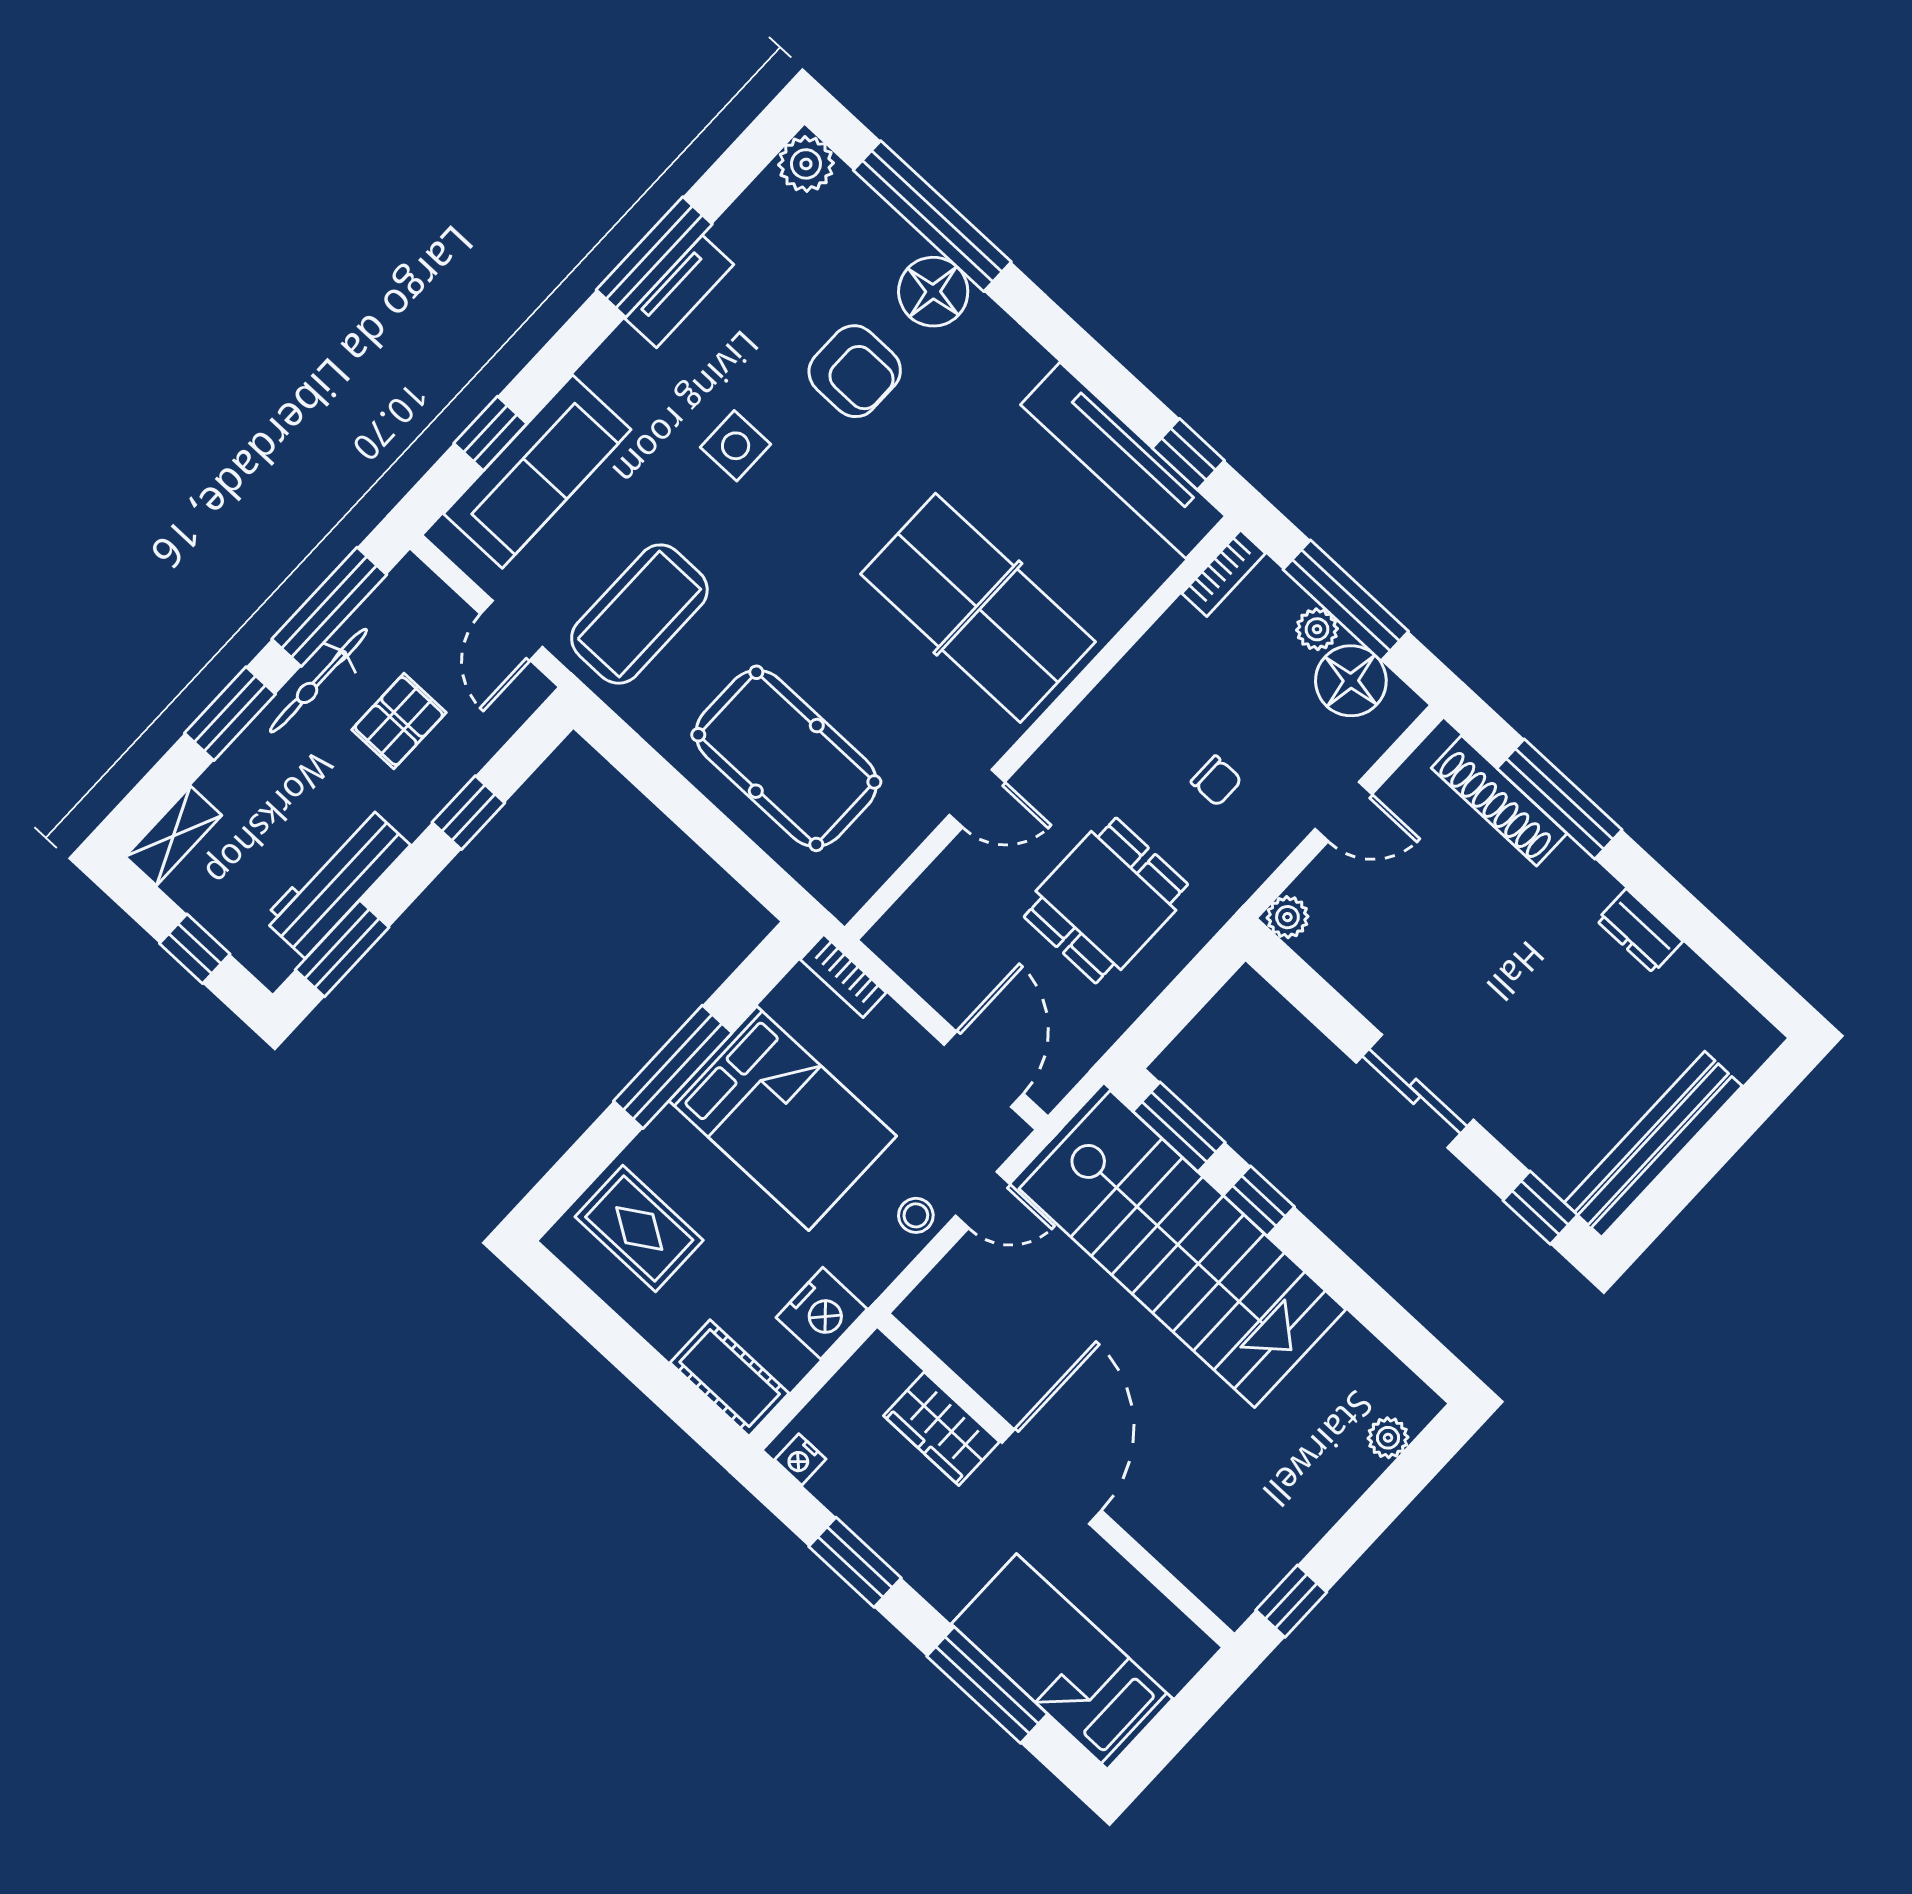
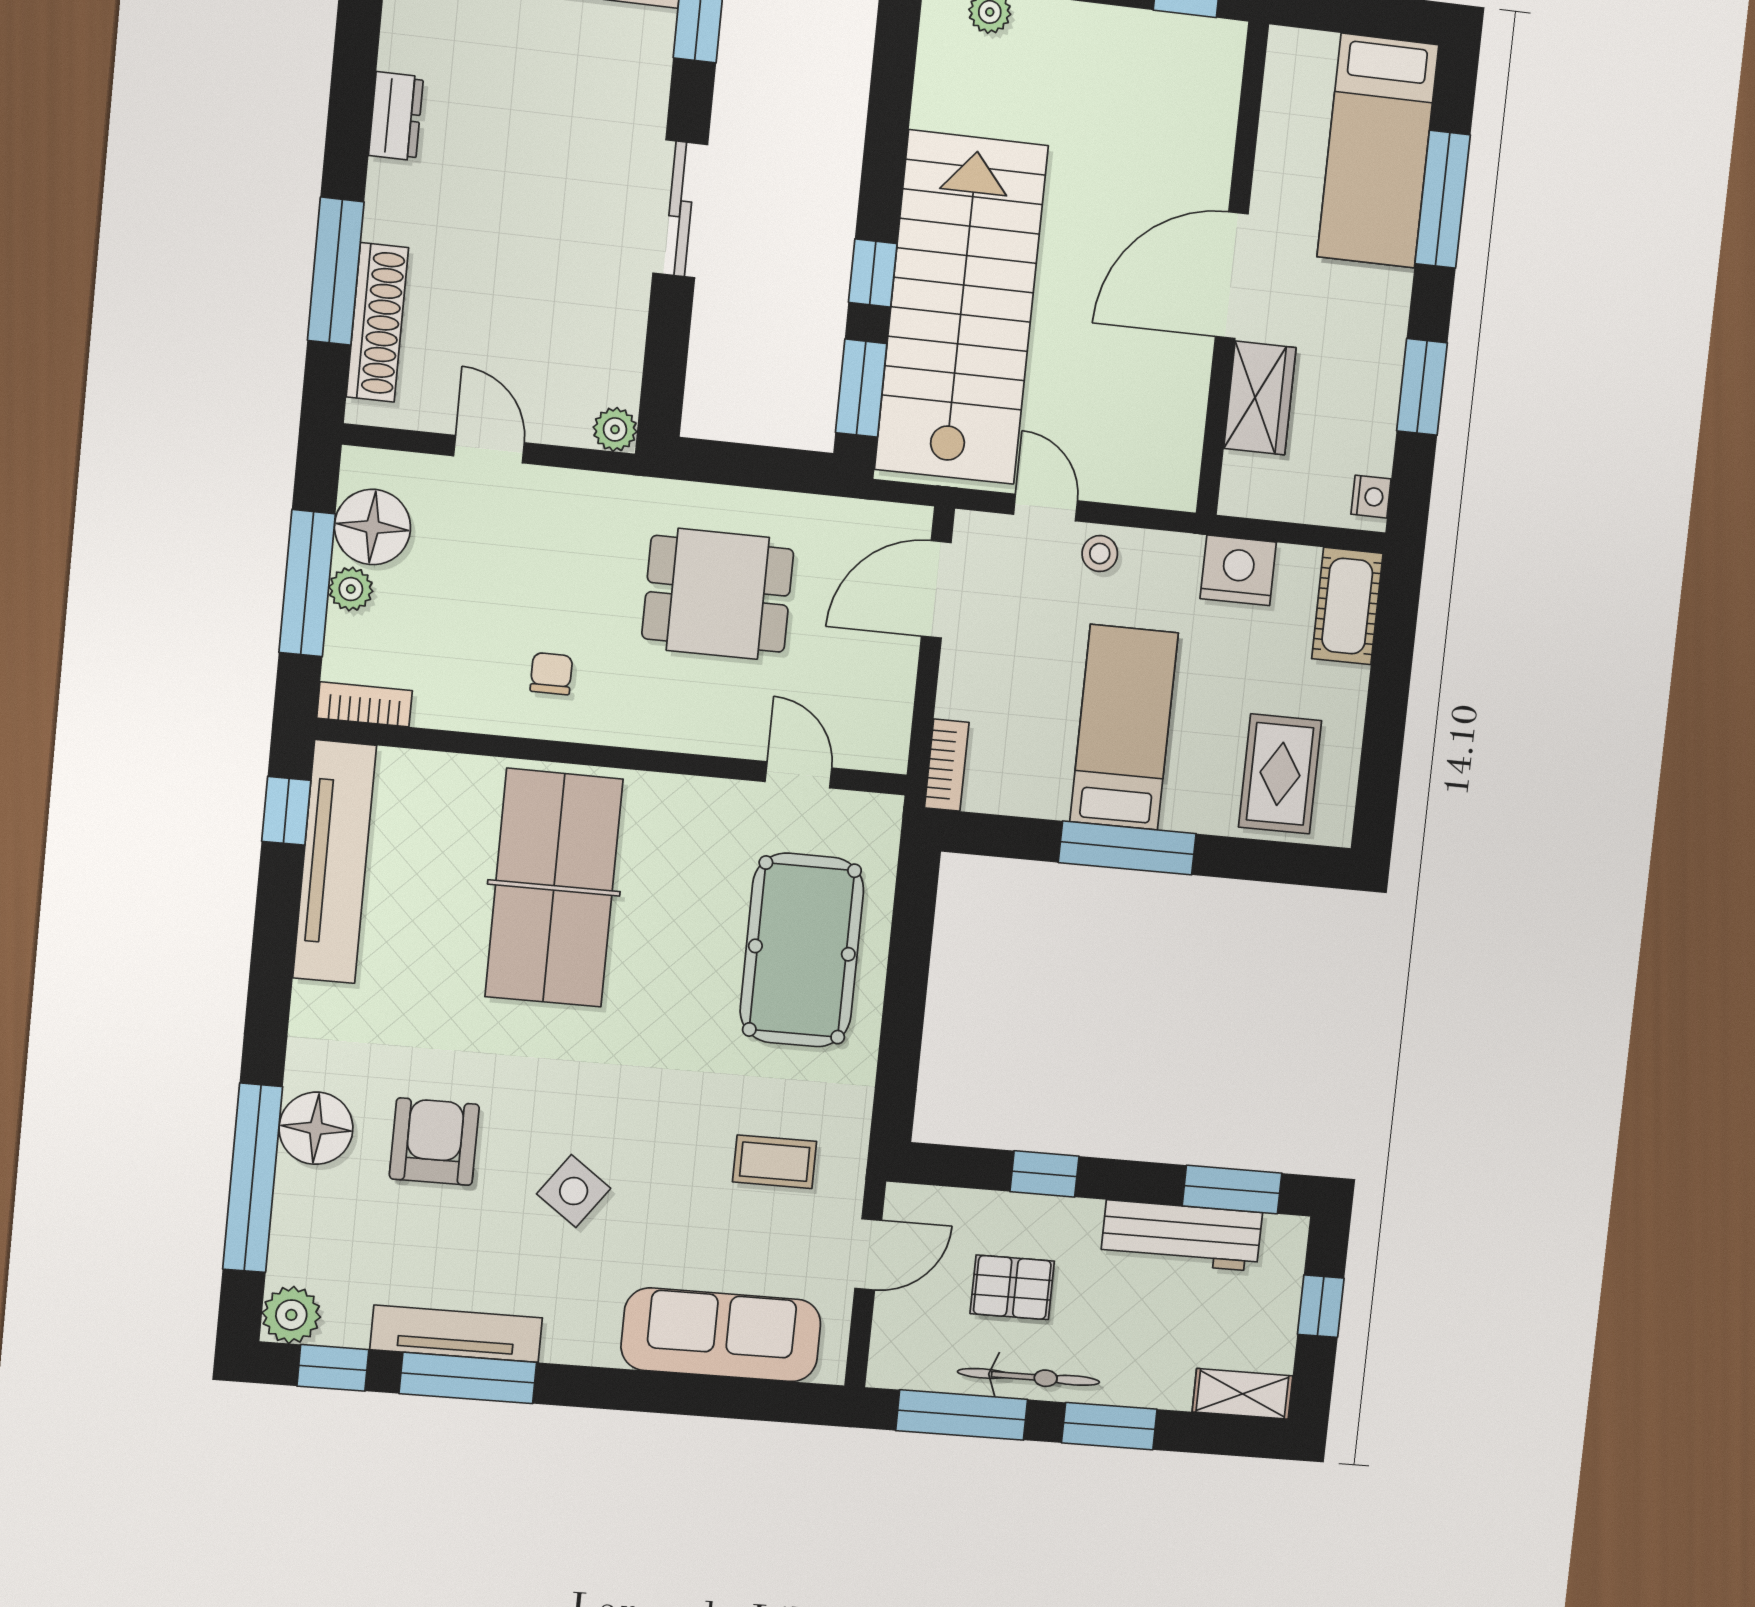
tv unit: (679, 292) -> (456, 1334), width x1.41
window: (490, 433) -> (333, 1368), moved
side table: (736, 446) -> (574, 1191), turned 36
coffee table: (639, 614) -> (775, 1162), width x0.54, depth x0.58
chair: (1216, 781) -> (551, 674), moved
door: (977, 799) -> (798, 775), moved
bed: (783, 1118) -> (1124, 727), width x0.67

